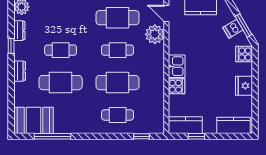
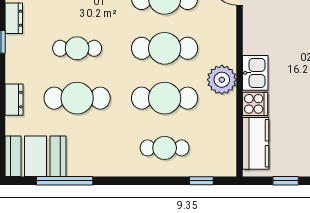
plant: (155, 34) -> (222, 80), moved
cafe table: (118, 50) -> (165, 48), width x1.37, depth x1.35
dresser: (20, 71) -> (14, 100), moved
kitchen counter: (185, 125) -> (256, 143), moved, turned 90

